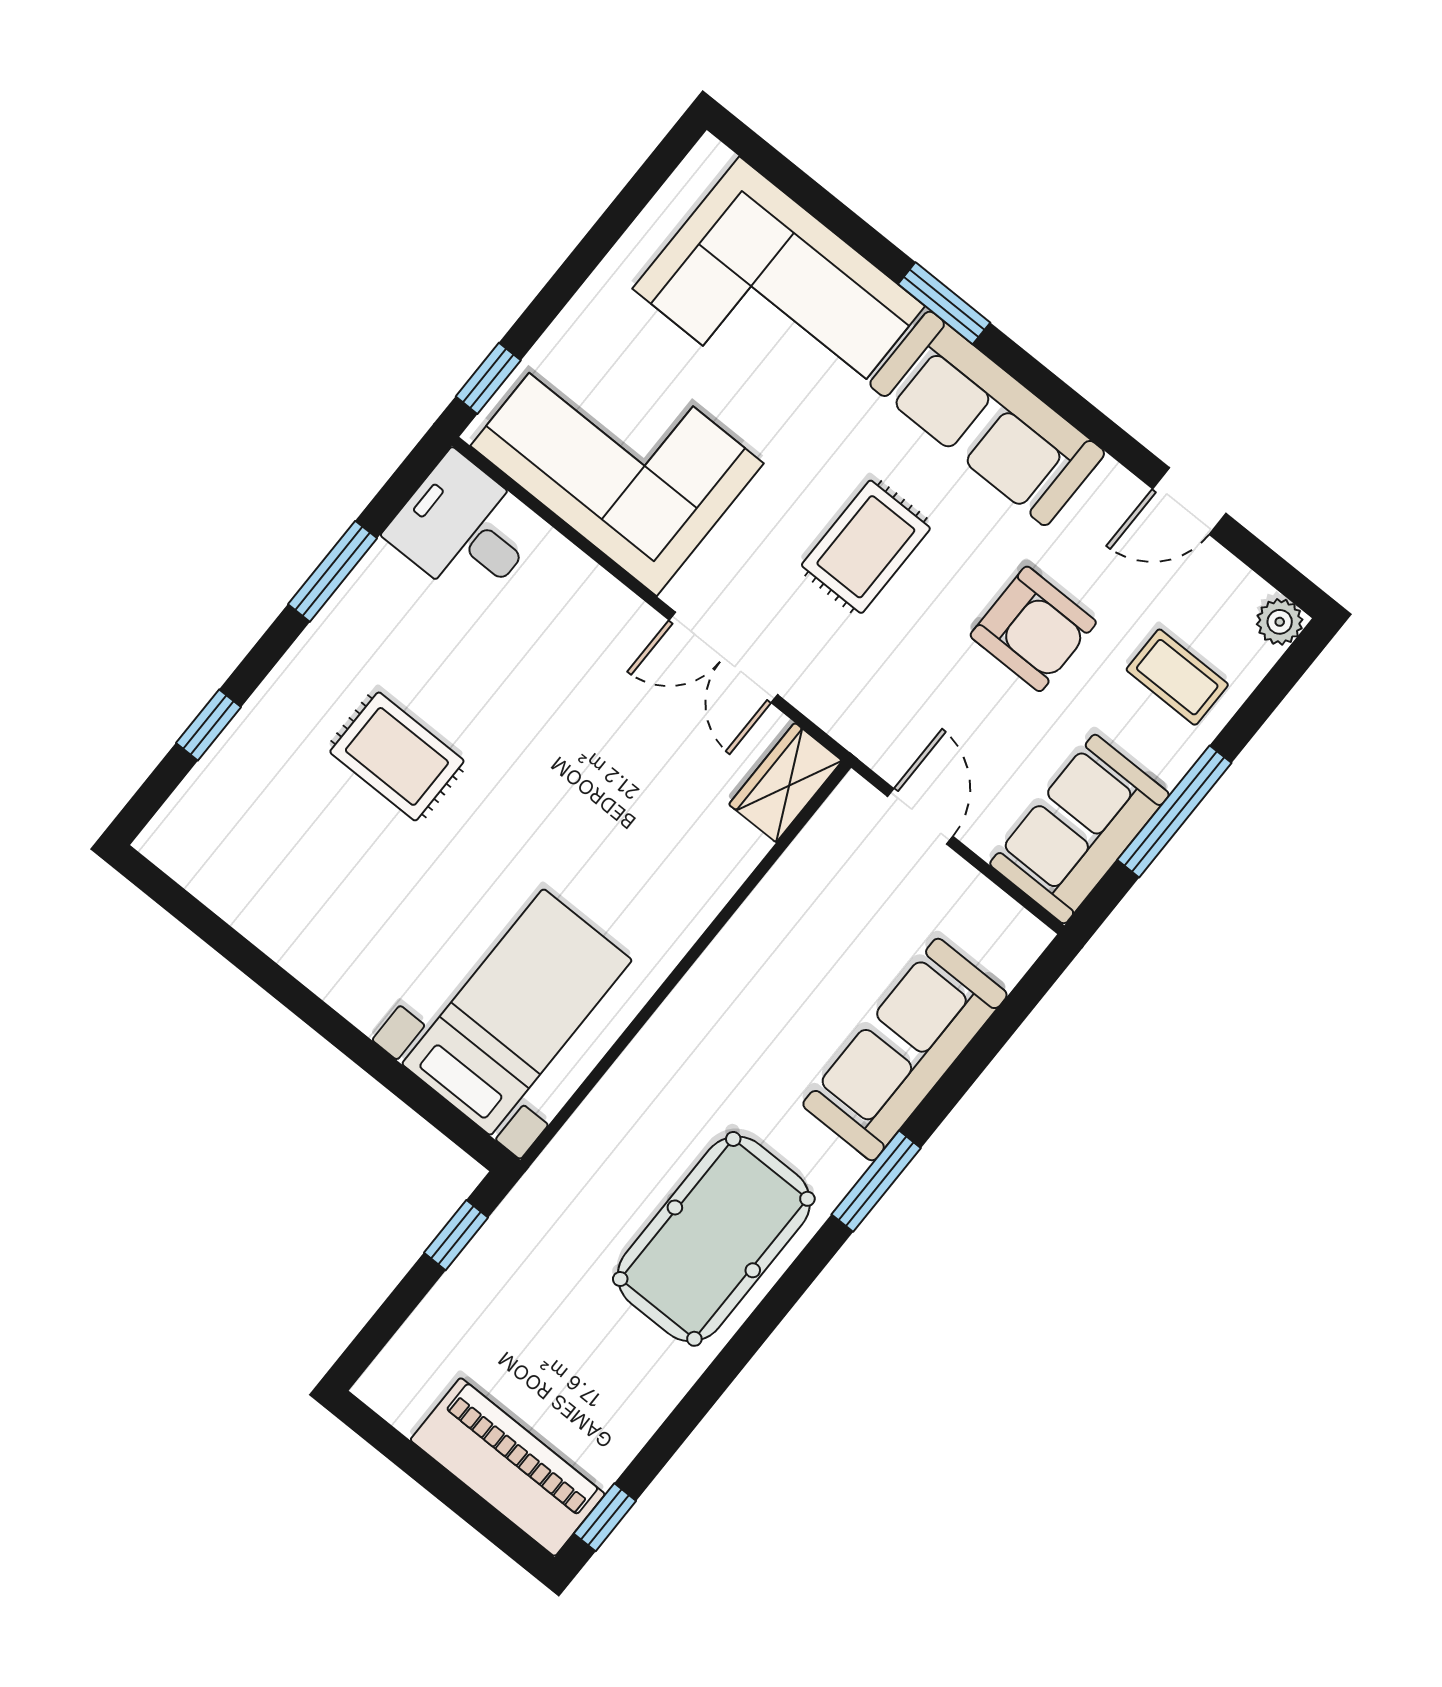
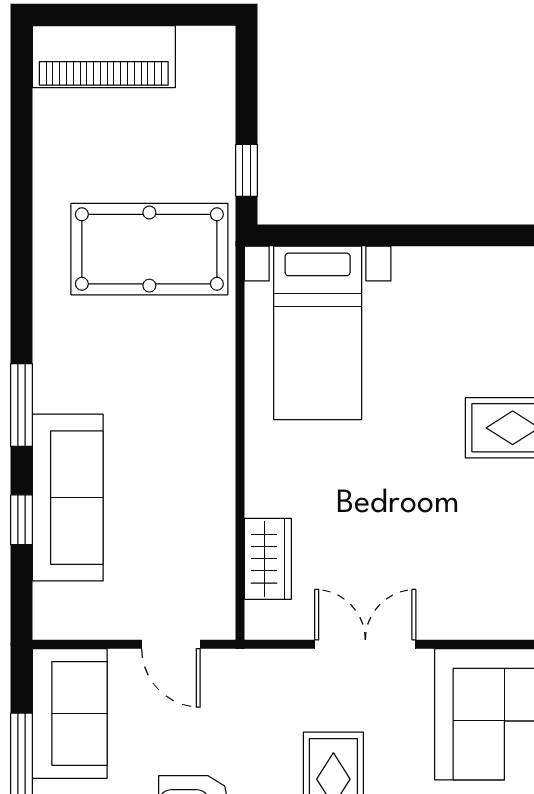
wardrobe: (785, 783) -> (268, 559), moved
pool table: (714, 1239) -> (149, 249), moved, turned 90
window: (605, 1517) -> (21, 520), moved

